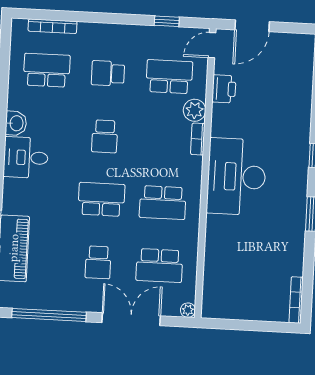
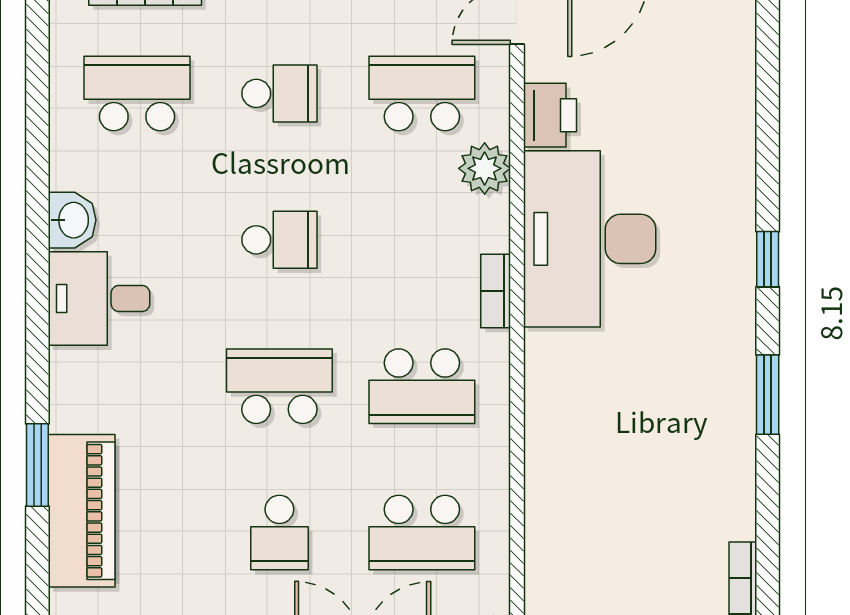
school desk: (108, 73) -> (279, 93), turned 180
school desk: (105, 136) -> (279, 240), turned -90
bookcase: (198, 139) -> (496, 291), moved
desk: (236, 177) -> (590, 239), moved

